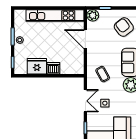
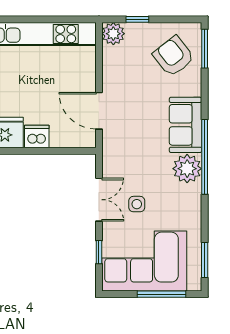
door: (85, 39) -> (99, 111), moved
coffee table: (103, 74) -> (132, 148), removed

